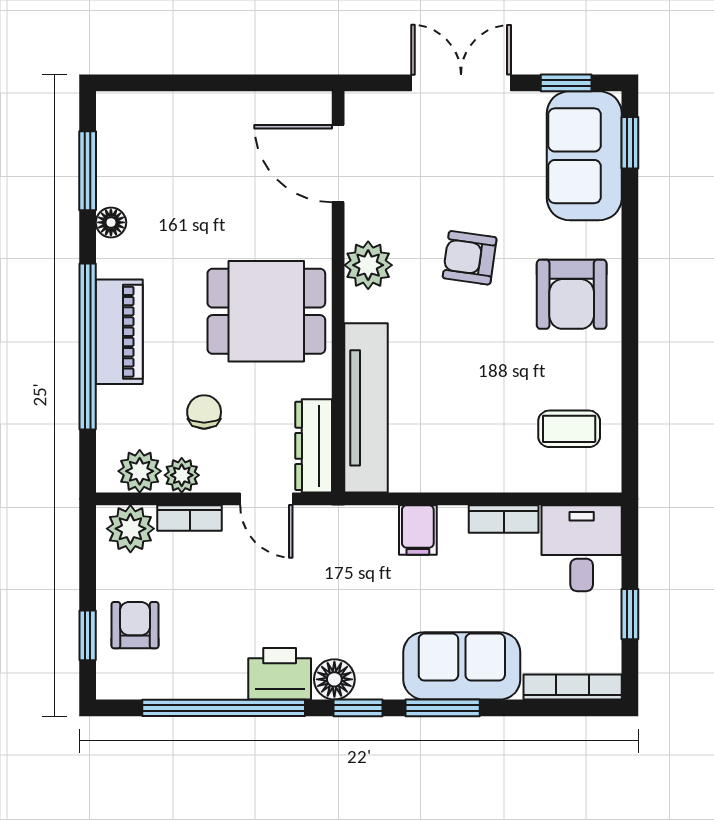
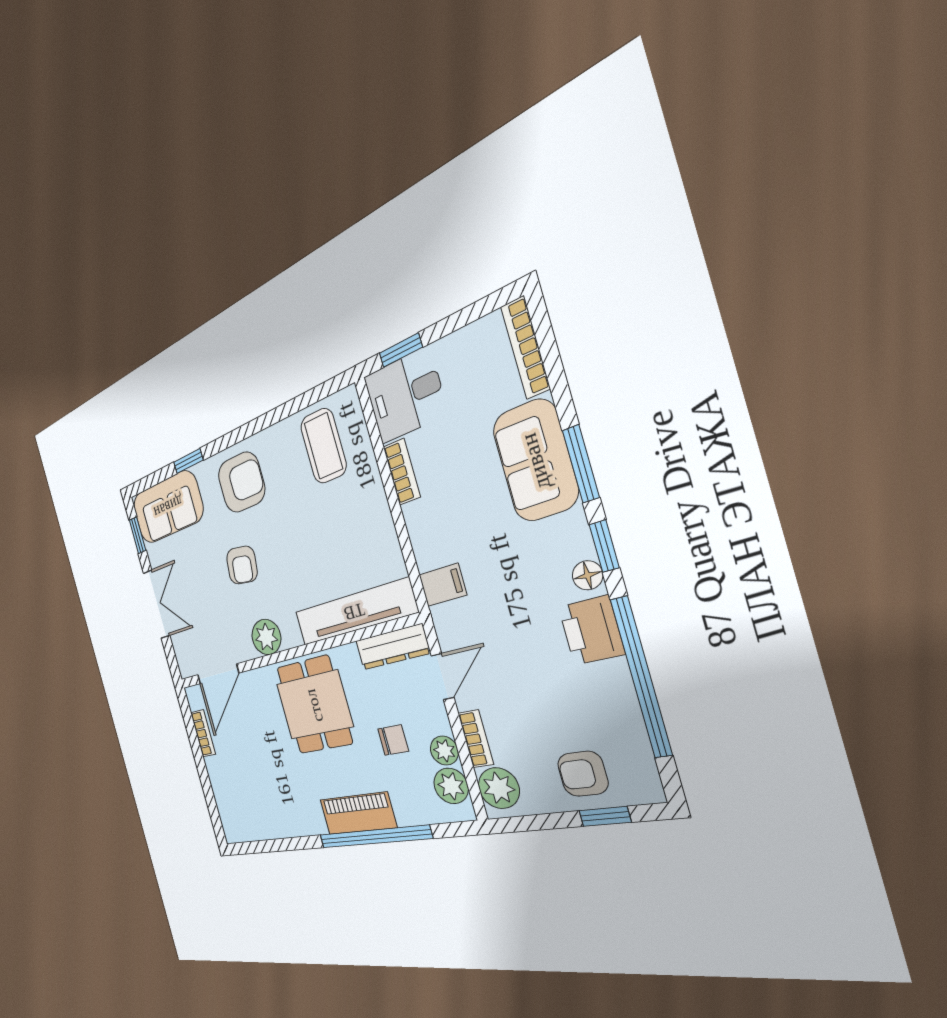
double door: (461, 83) -> (156, 604), swing flipped
bookcase: (261, 105) -> (203, 733), added
window: (630, 143) -> (188, 461), moved
window: (88, 171) -> (269, 846), removed
floor lamp: (111, 222) -> (293, 827), removed
chair: (204, 412) -> (393, 740), turned 180
coffee table: (569, 429) -> (323, 446), width x1.36, depth x1.30
filing cabinet: (418, 530) -> (443, 585), moved
window: (630, 614) -> (401, 350), moved
floor lamp: (334, 679) -> (587, 575), width x0.73, depth x0.73

